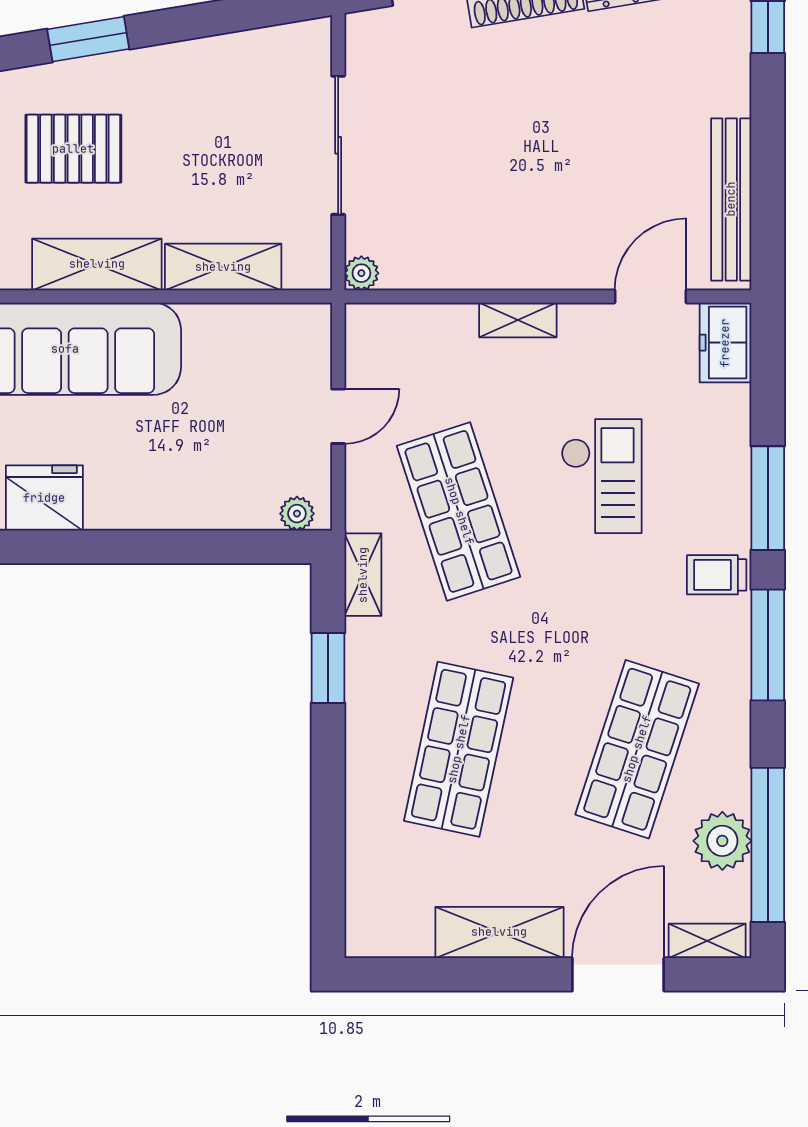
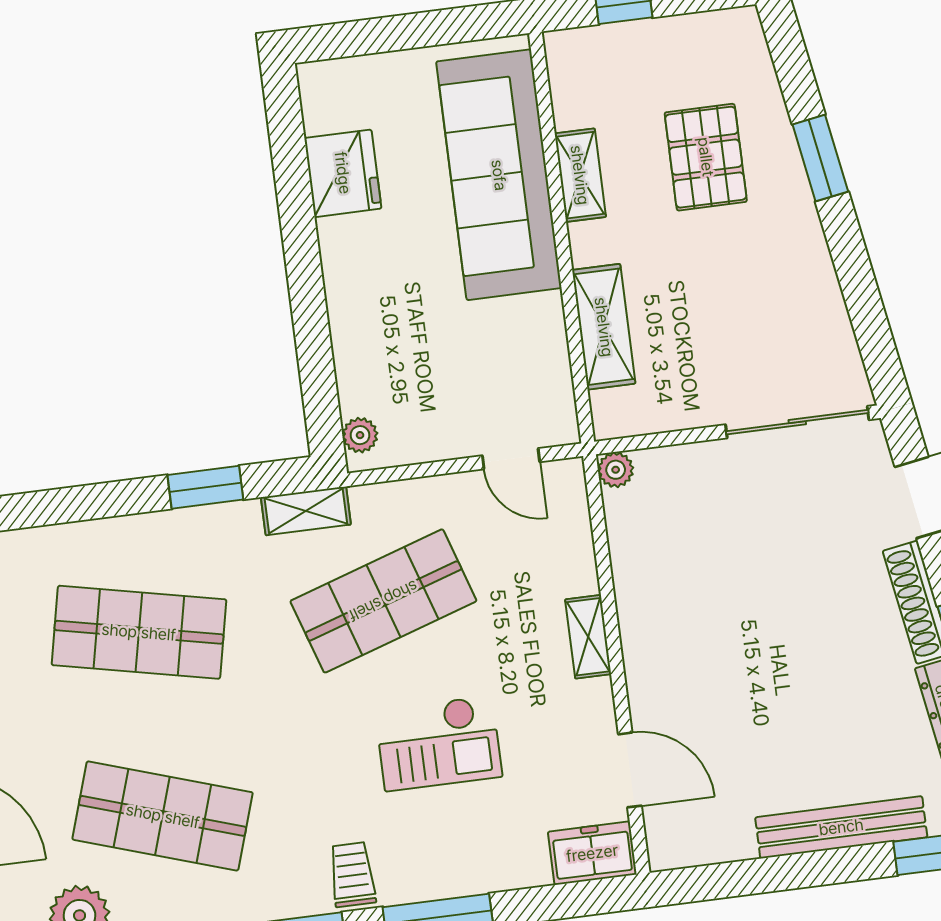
sliding door: (338, 145) -> (797, 422), moved
bench: (731, 199) -> (841, 827), moved
shelving: (97, 264) -> (580, 175), width x0.67, depth x0.75
door: (338, 416) -> (511, 459), moved

